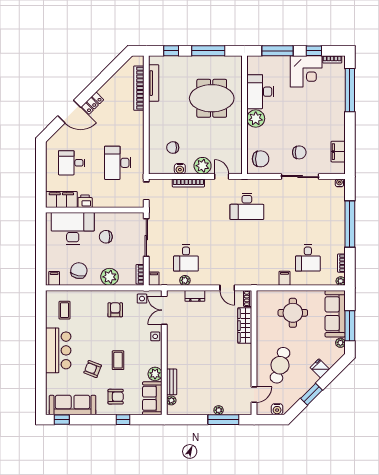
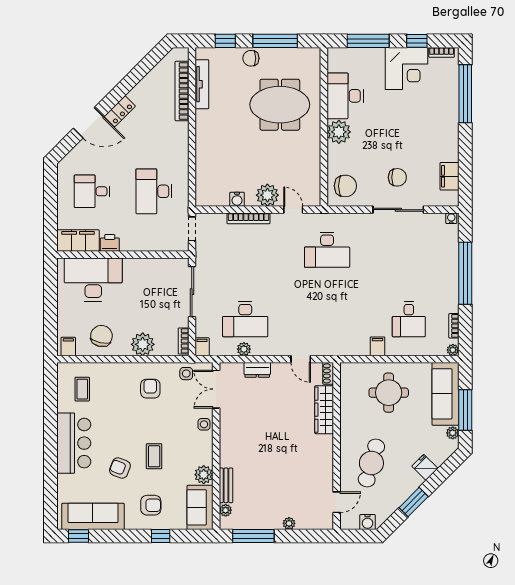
chair: (173, 148) -> (251, 58), moved
chair: (106, 237) -> (138, 291), removed
desk: (186, 258) -> (245, 319), width x1.37
window: (223, 420) -> (253, 536), moved

